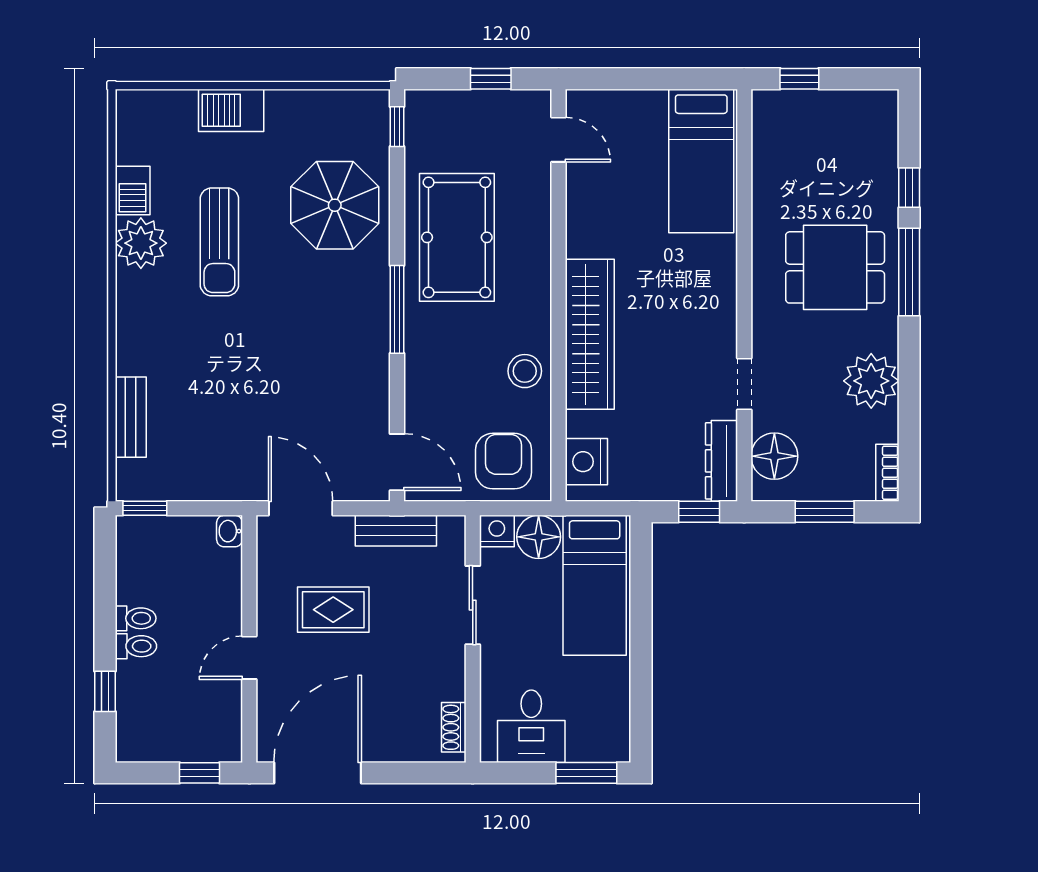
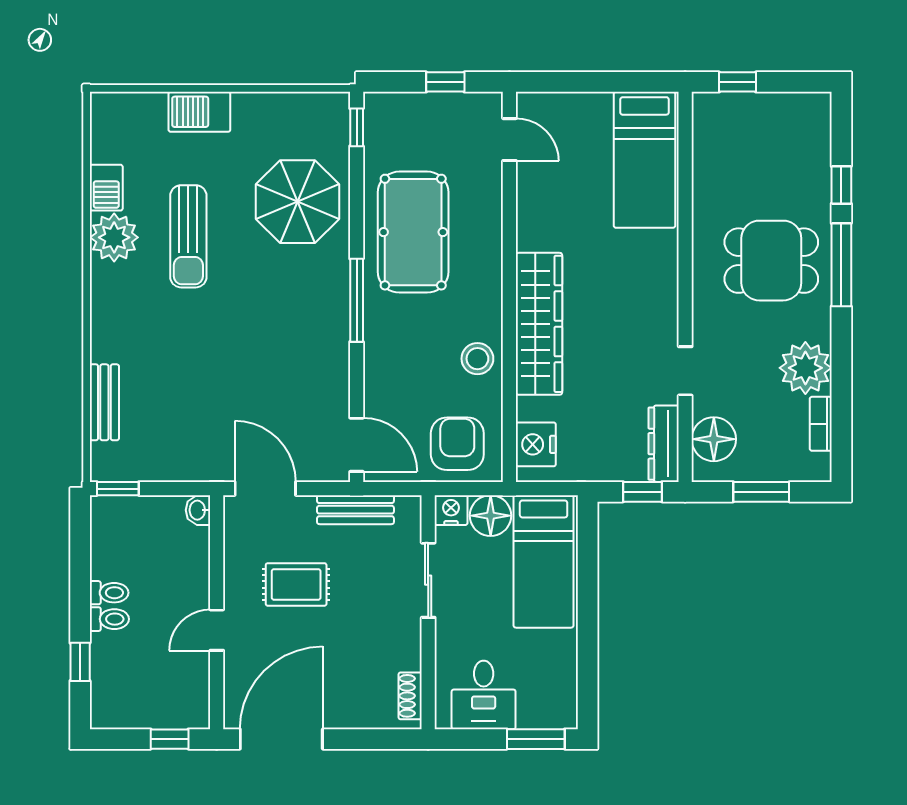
bookcase: (887, 473) -> (821, 424), moved

